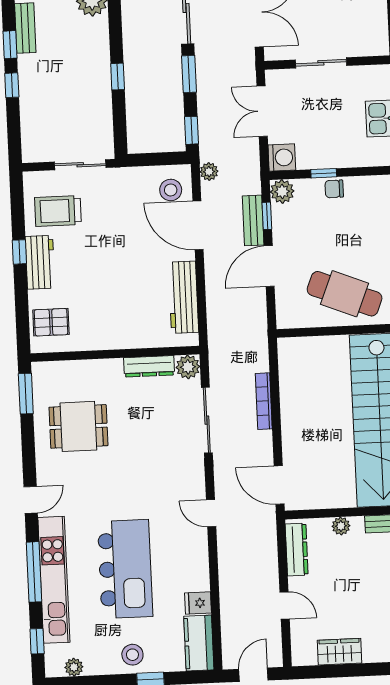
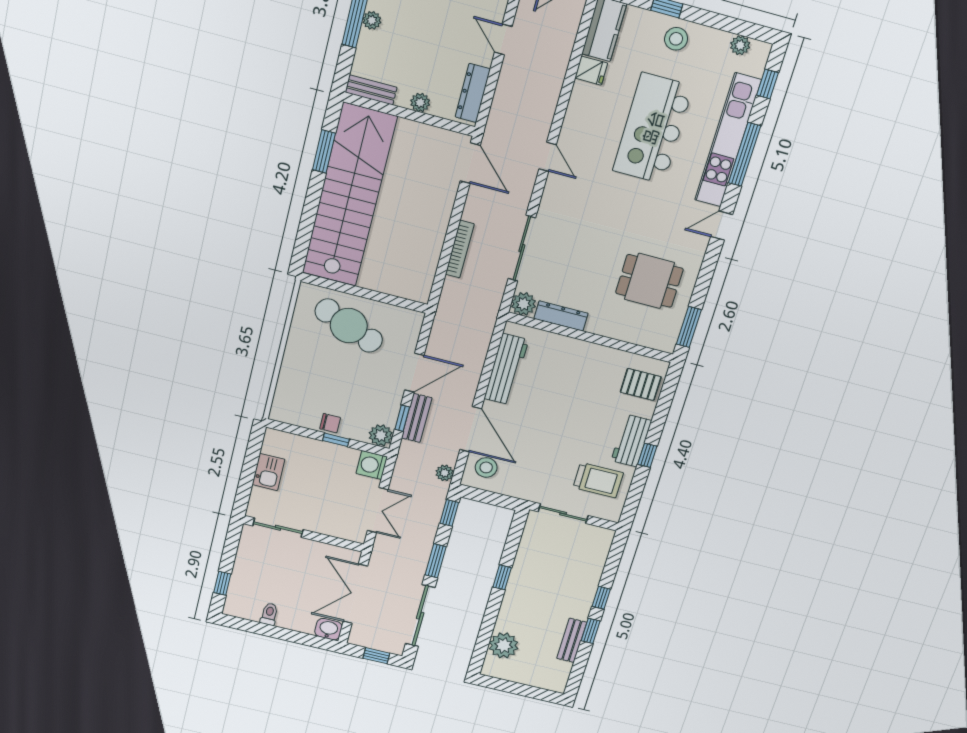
sliding door: (321, 63) -> (278, 528), moved

